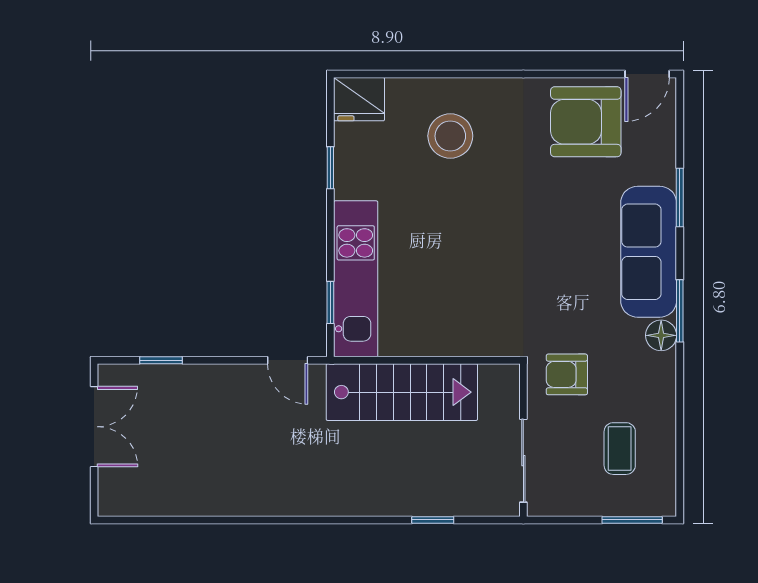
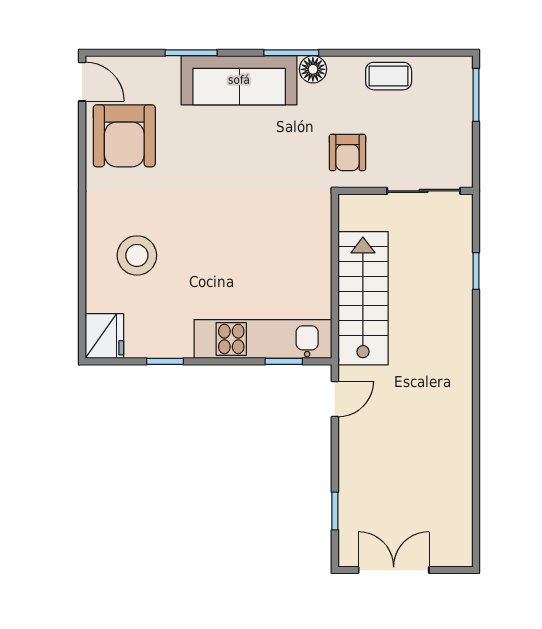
coffee table: (620, 449) -> (389, 76), moved

